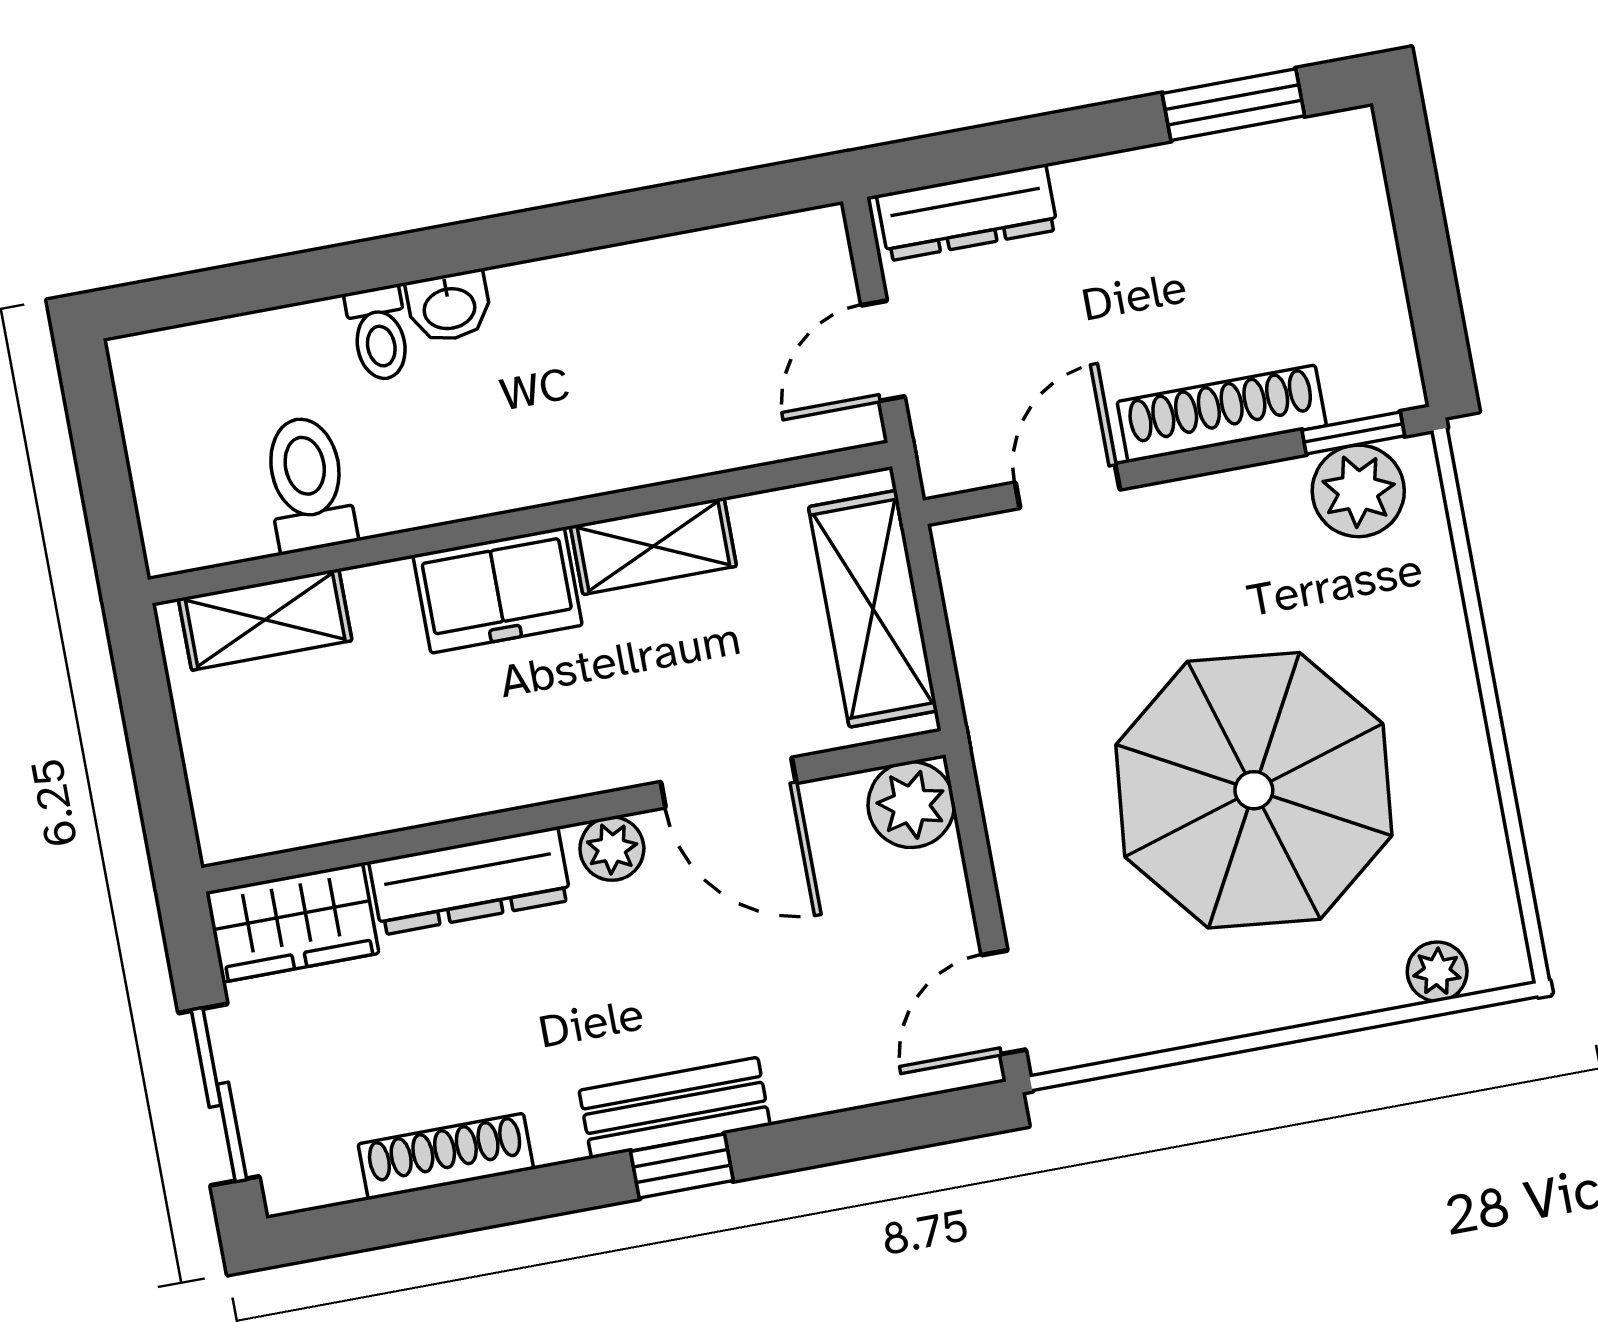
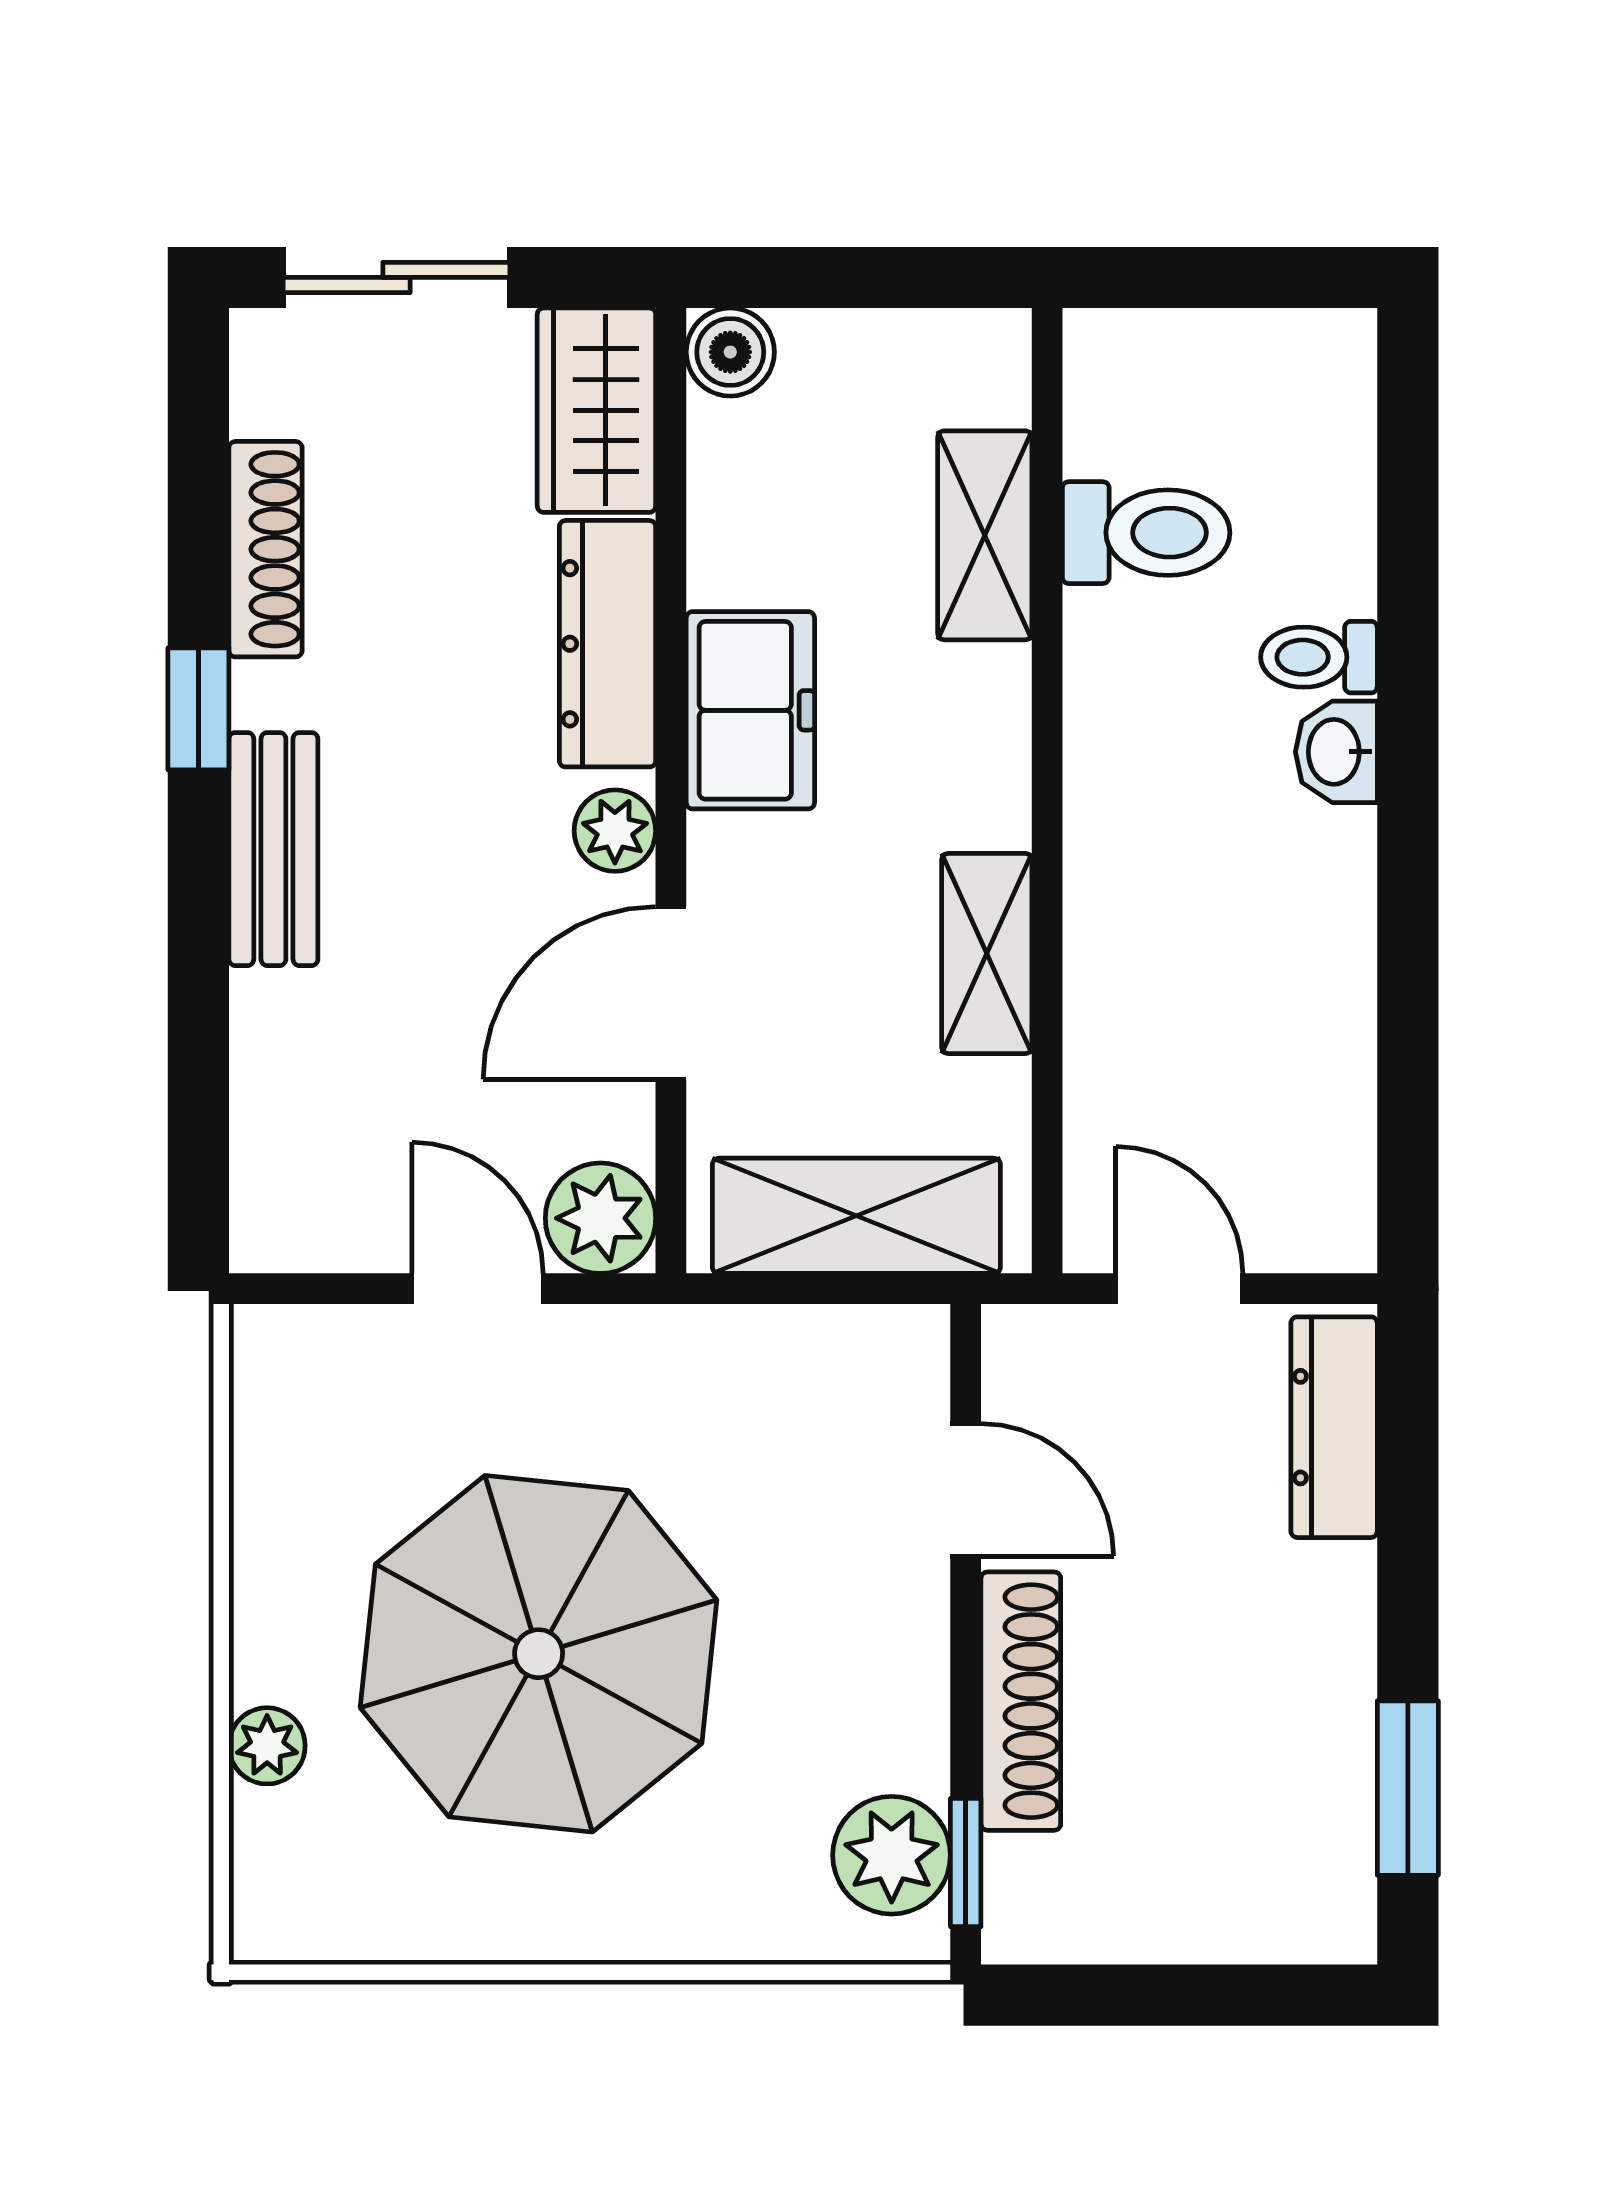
freezer: (498, 590) -> (750, 710), moved, turned 180
shelving: (265, 620) -> (985, 535), moved
boiler: (229, 828) -> (730, 352), added
plant: (1437, 972) -> (267, 1746), moved
door: (1004, 1002) -> (477, 1289), moved
window: (682, 1166) -> (198, 709), moved

